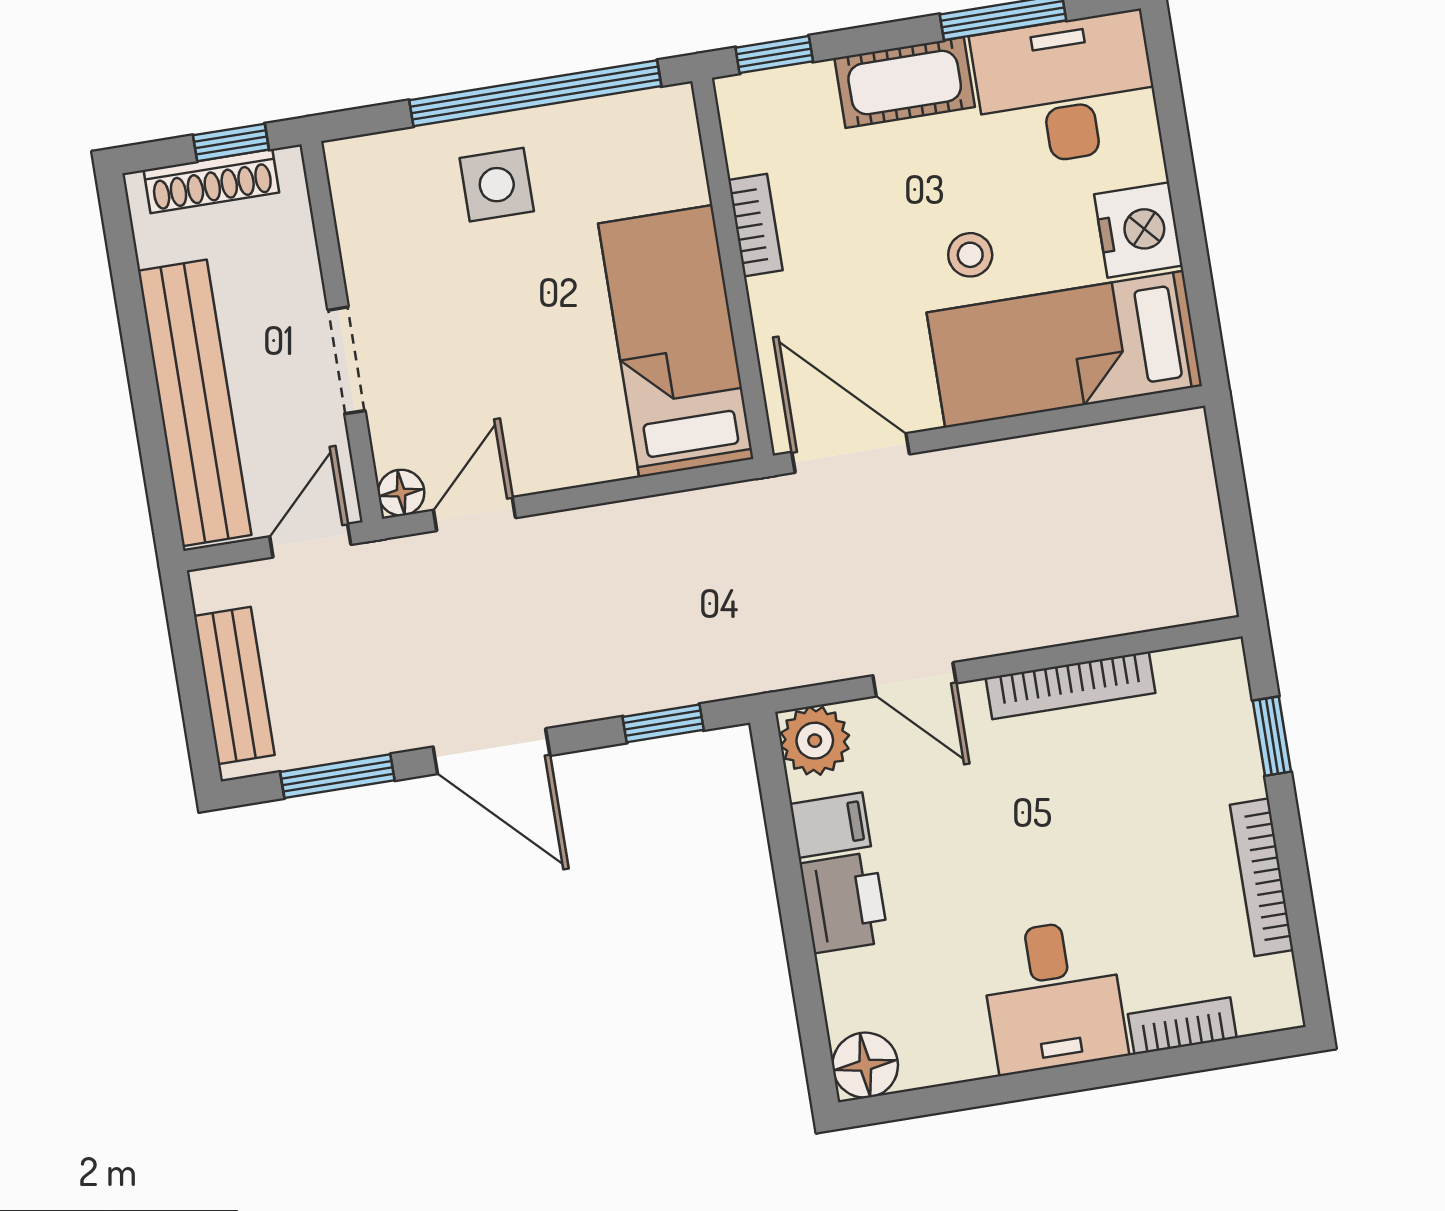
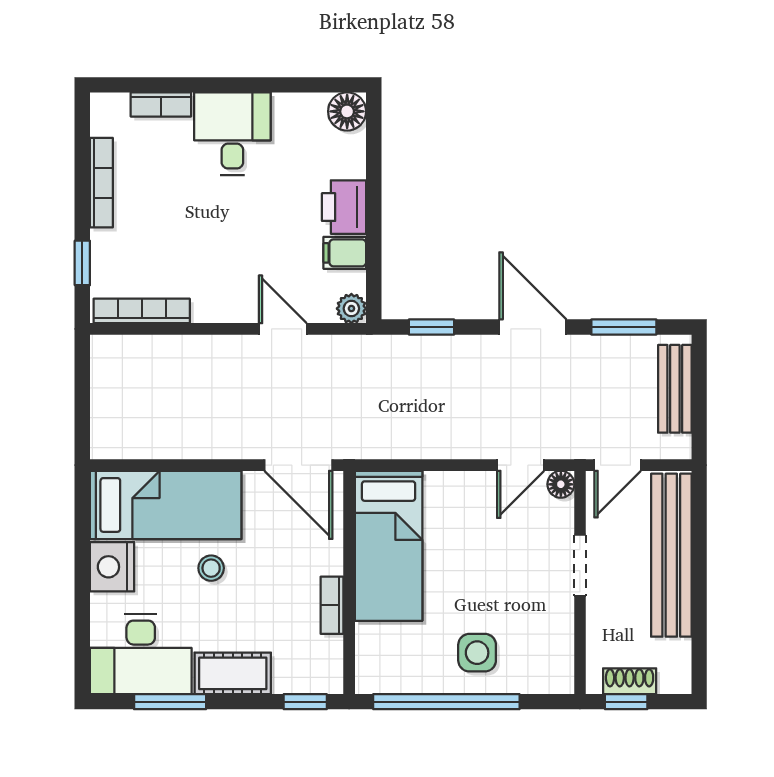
shoe rack: (211, 181) -> (630, 681), width x0.70
bookcase: (1070, 685) -> (142, 311), moved
plant: (815, 741) -> (351, 309), width x0.73, depth x0.73

